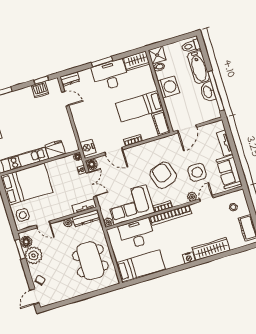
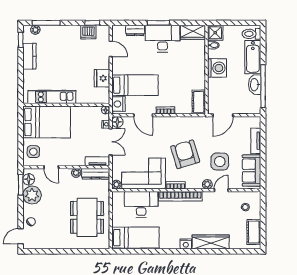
dresser: (70, 79) -> (135, 30), moved
bed: (139, 106) -> (135, 85), moved, turned 180
fridge: (55, 149) -> (102, 78), moved, turned -90

